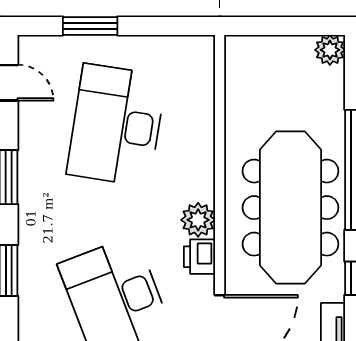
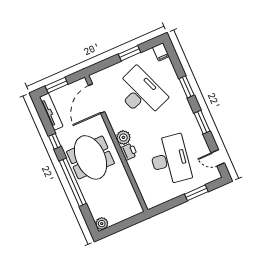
meeting table: (290, 208) -> (90, 157), width x0.73
printer: (199, 257) -> (129, 152), moved

